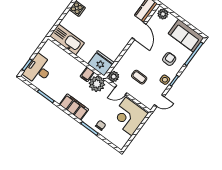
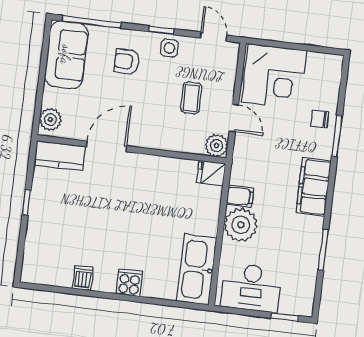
fridge: (101, 63) -> (211, 173), width x0.53, depth x0.75
desk: (38, 70) -> (251, 288), moved
plant: (97, 84) -> (241, 225), moved

